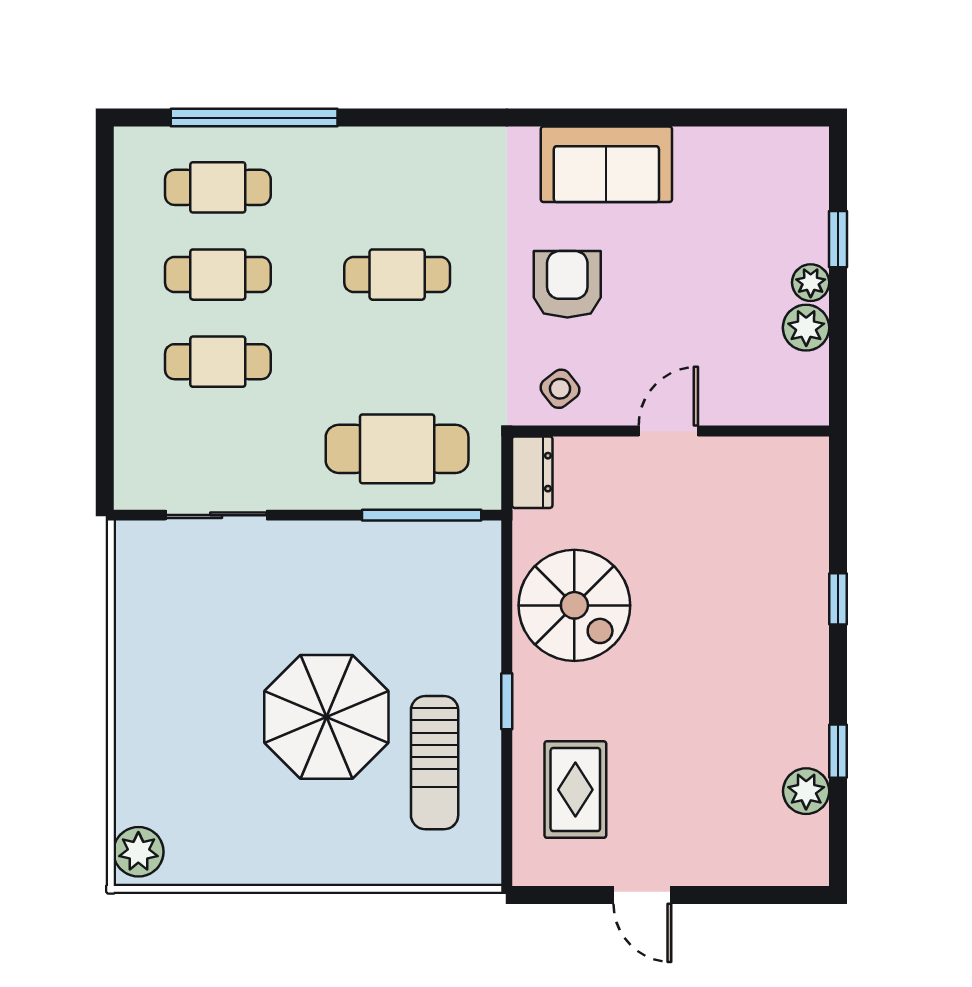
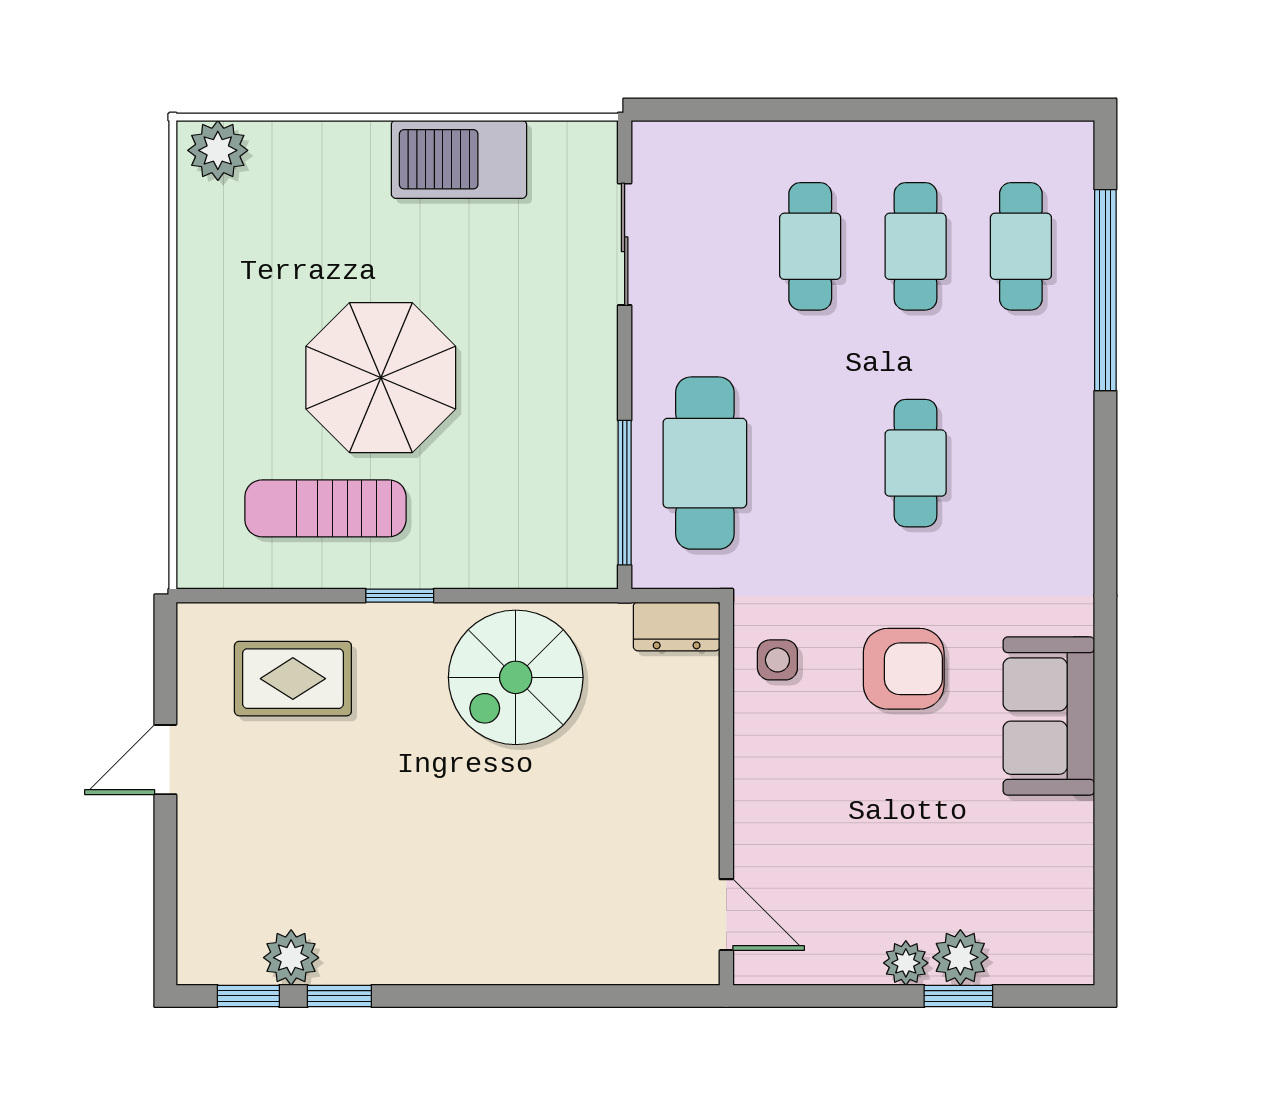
plant: (806, 328) -> (960, 957), moved
side table: (560, 389) -> (777, 660), turned 38
door: (668, 431) -> (726, 915), moved
window: (838, 599) -> (248, 996), moved
barbecue: (146, 652) -> (459, 159), added

